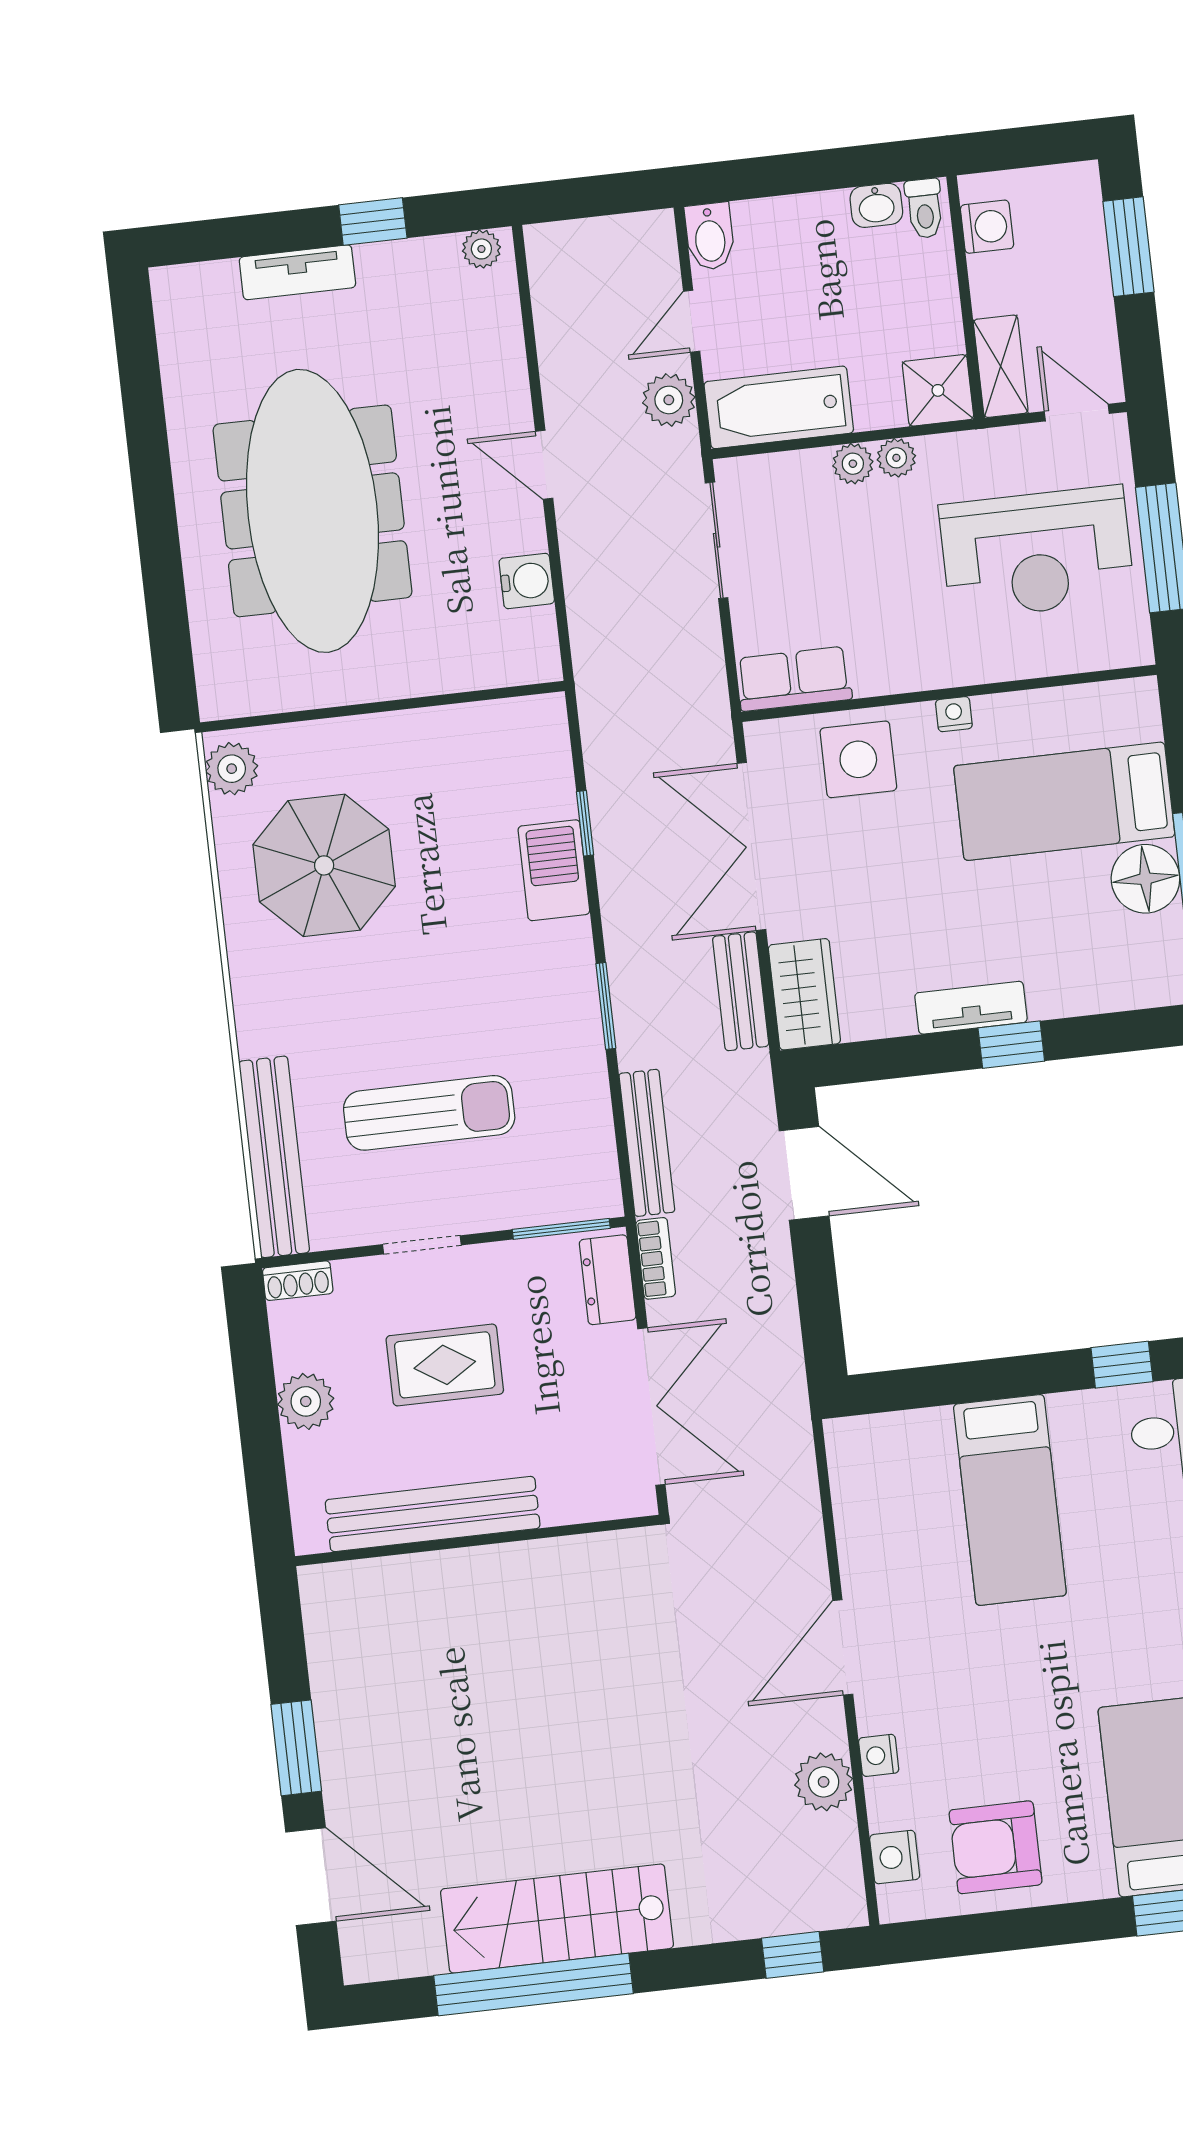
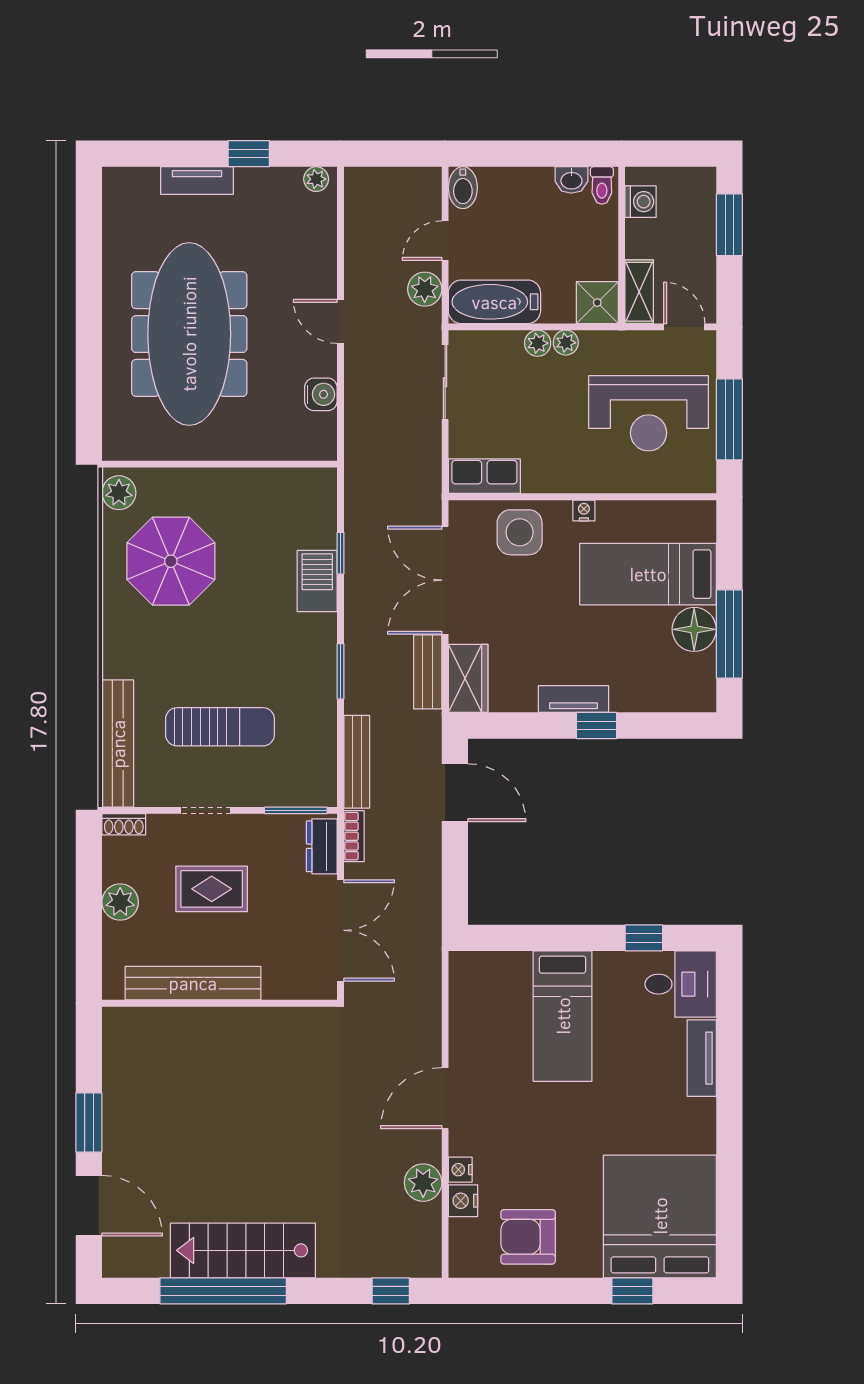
nightstand: (895, 1857) -> (463, 1201), moved

